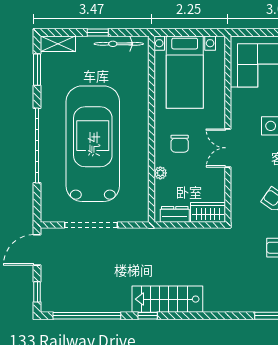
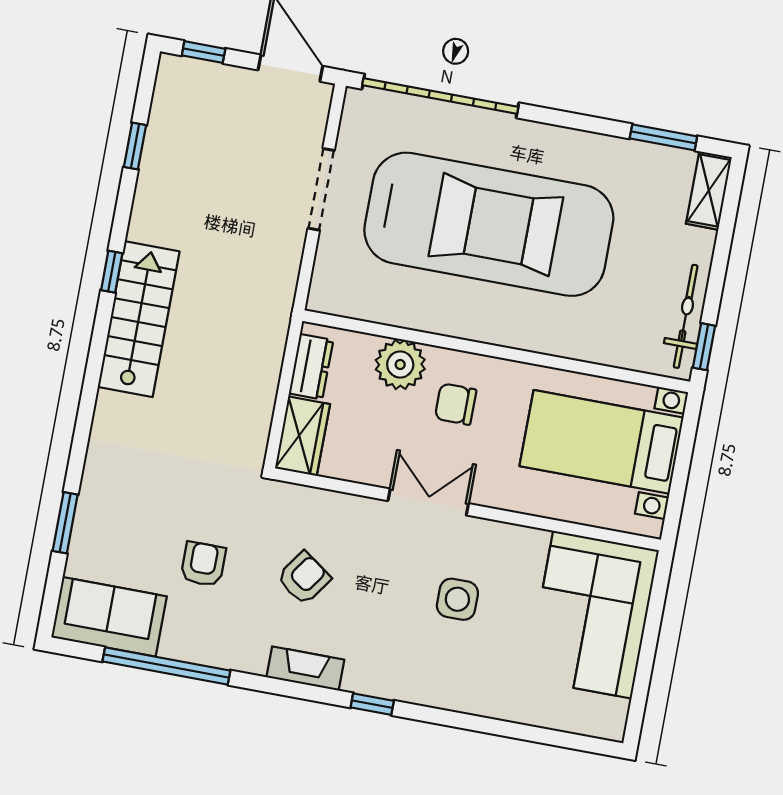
window: (98, 33) -> (704, 347), moved
garage door: (37, 146) -> (440, 96), moved
plant: (160, 173) -> (400, 364), width x1.87, depth x1.87
doorway: (91, 225) -> (321, 189), width x0.73
window: (87, 316) -> (135, 146), width x0.32

